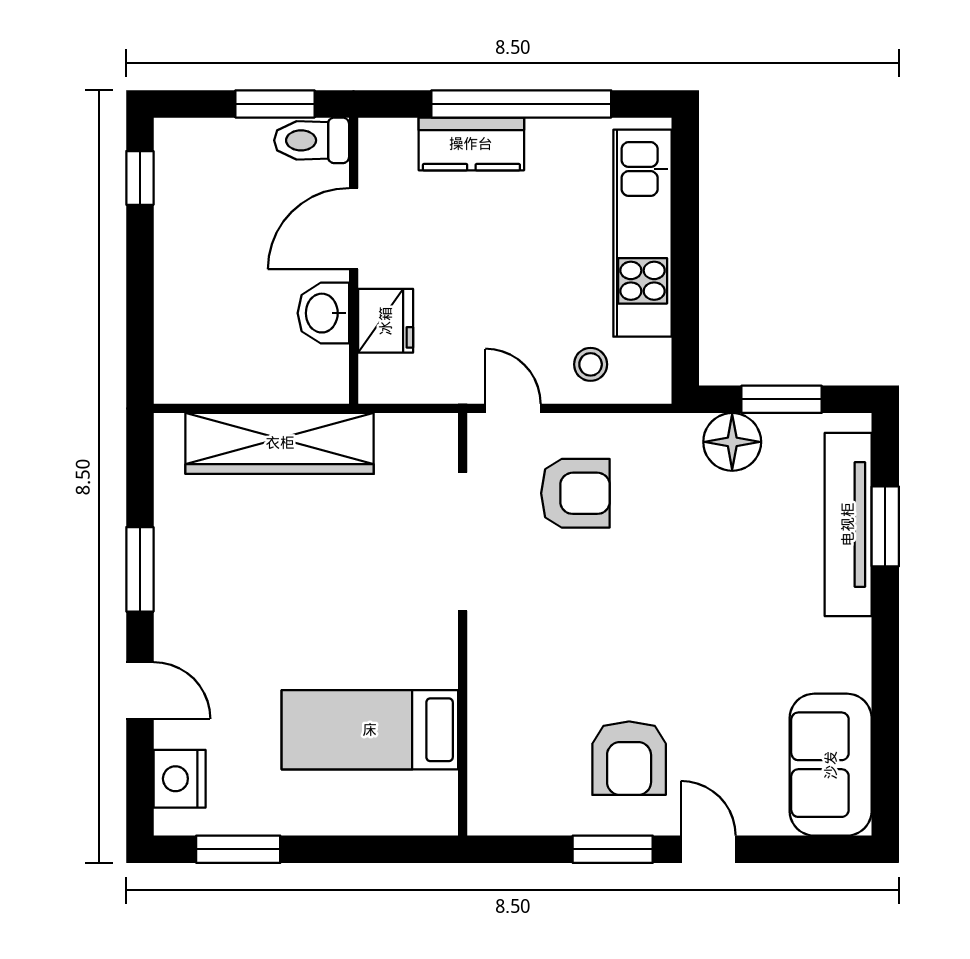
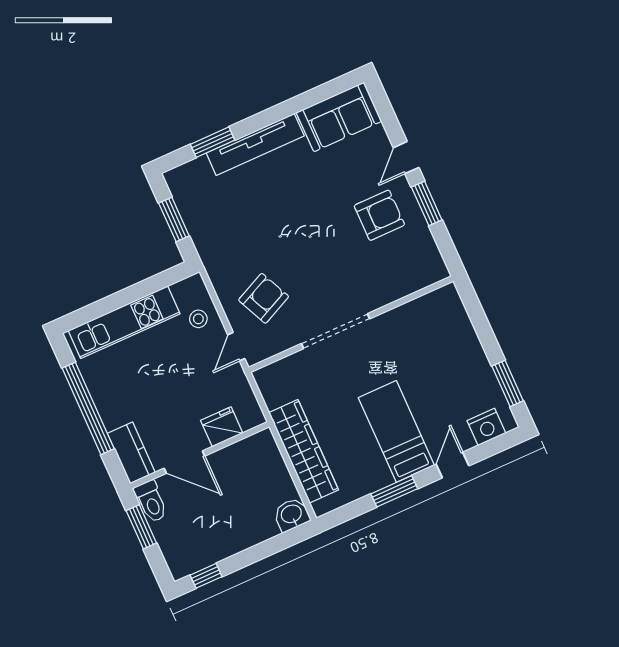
kitchen counter: (471, 144) -> (131, 453), moved
washbasin: (323, 313) -> (292, 515), moved, turned 180
floor lamp: (732, 442) -> (205, 234), removed
armchair: (575, 493) -> (264, 298), turned 65
tv unit: (848, 524) -> (255, 144), moved
doorway: (463, 542) -> (336, 331), moved
bed: (370, 730) -> (396, 431), moved, turned 180

